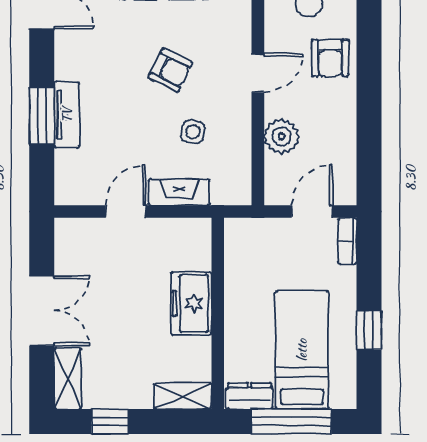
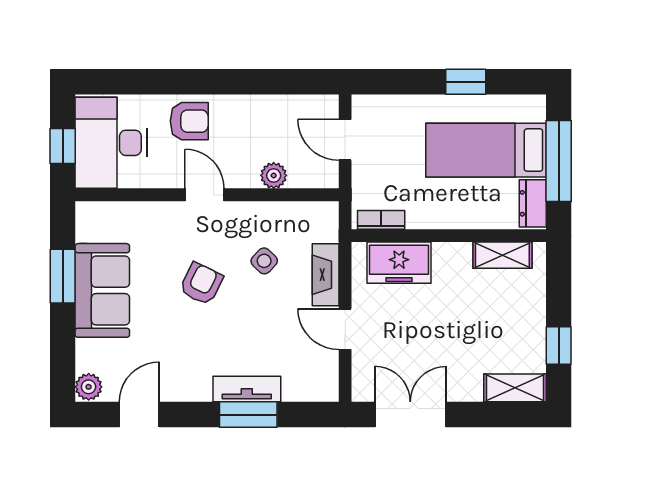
side table: (193, 132) -> (264, 261), turned 33
plant: (282, 136) -> (274, 175), width x0.73, depth x0.73
bookcase: (347, 241) -> (381, 220), moved, turned 180
freezer: (191, 303) -> (399, 263), moved
double door: (42, 311) -> (410, 415), moved
shelving: (183, 396) -> (502, 255), moved, turned 90

